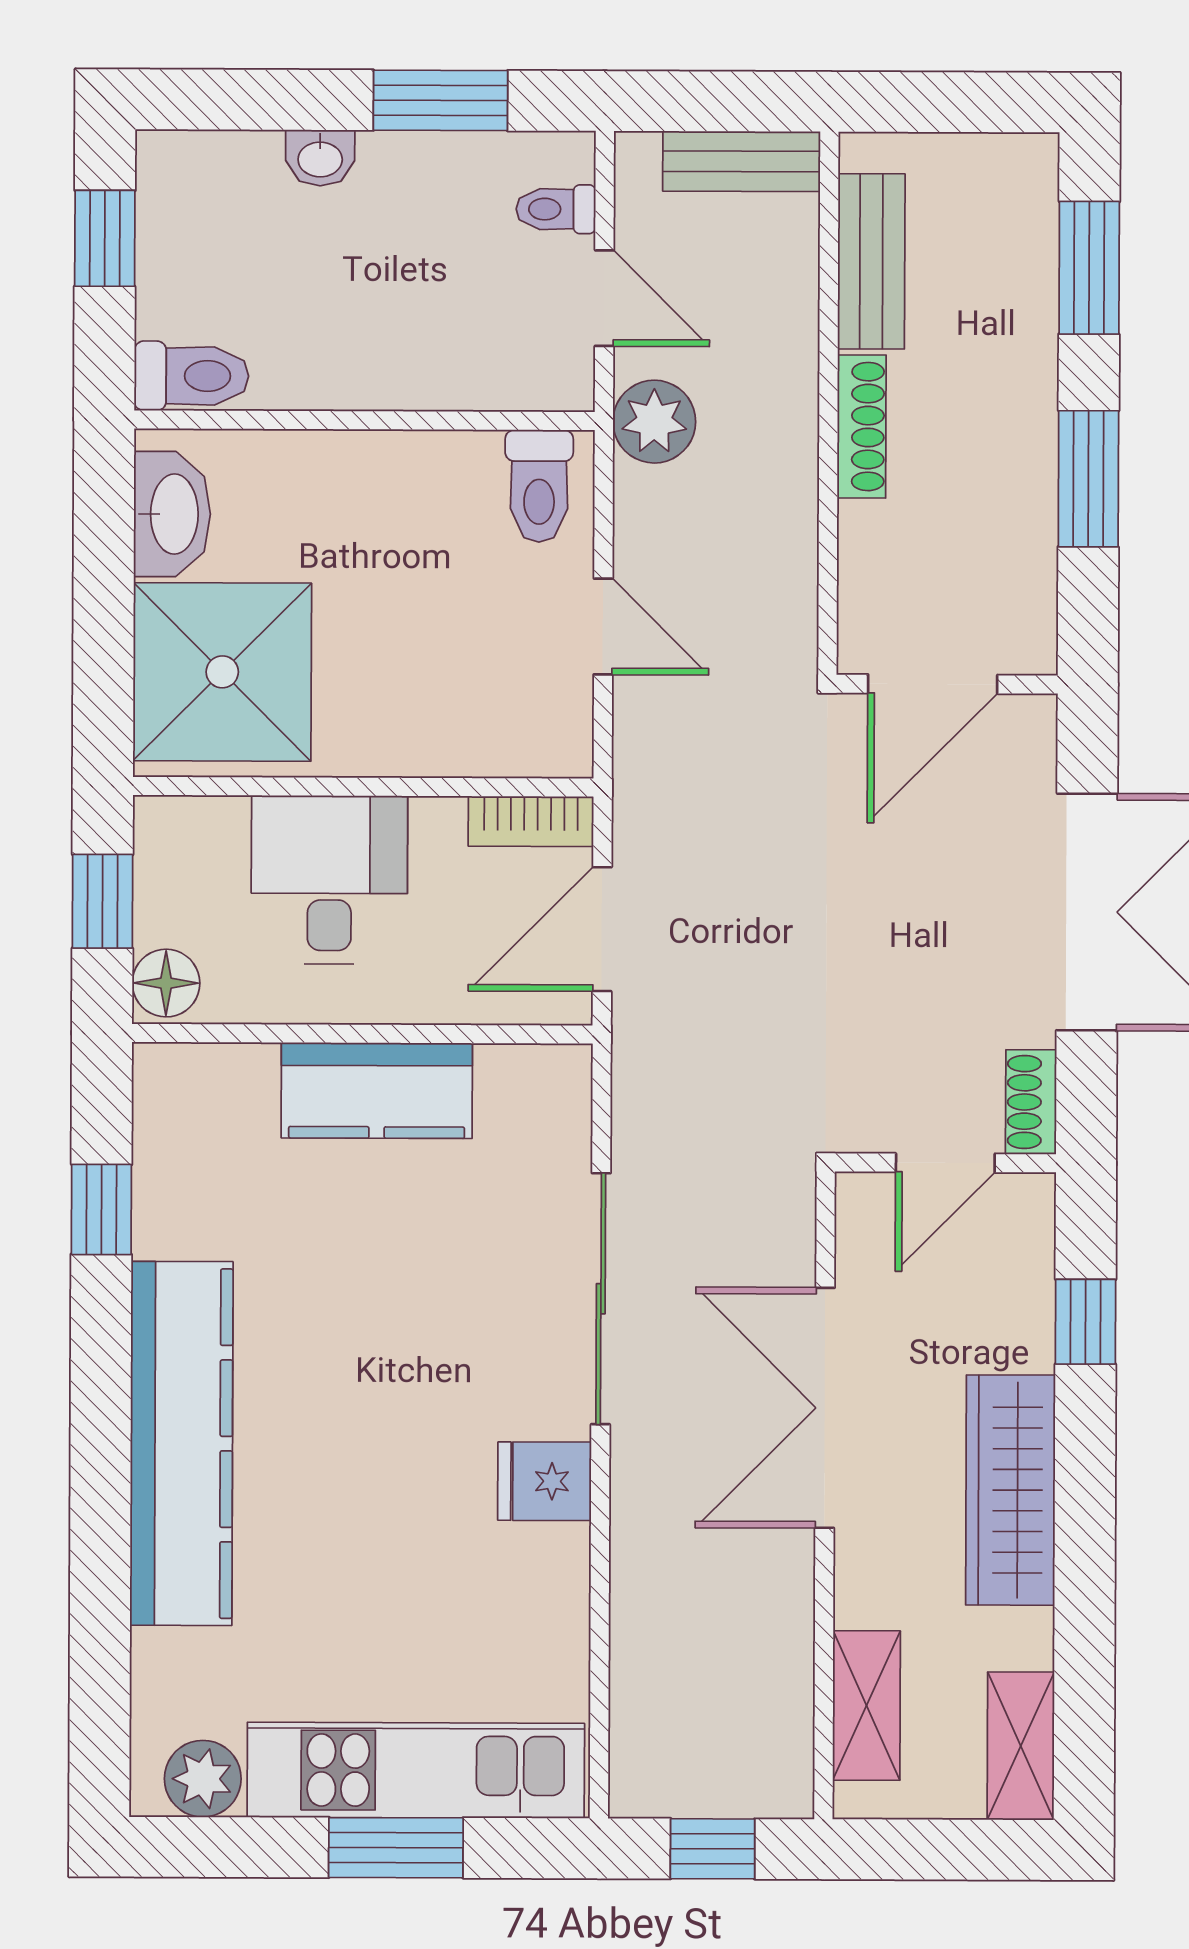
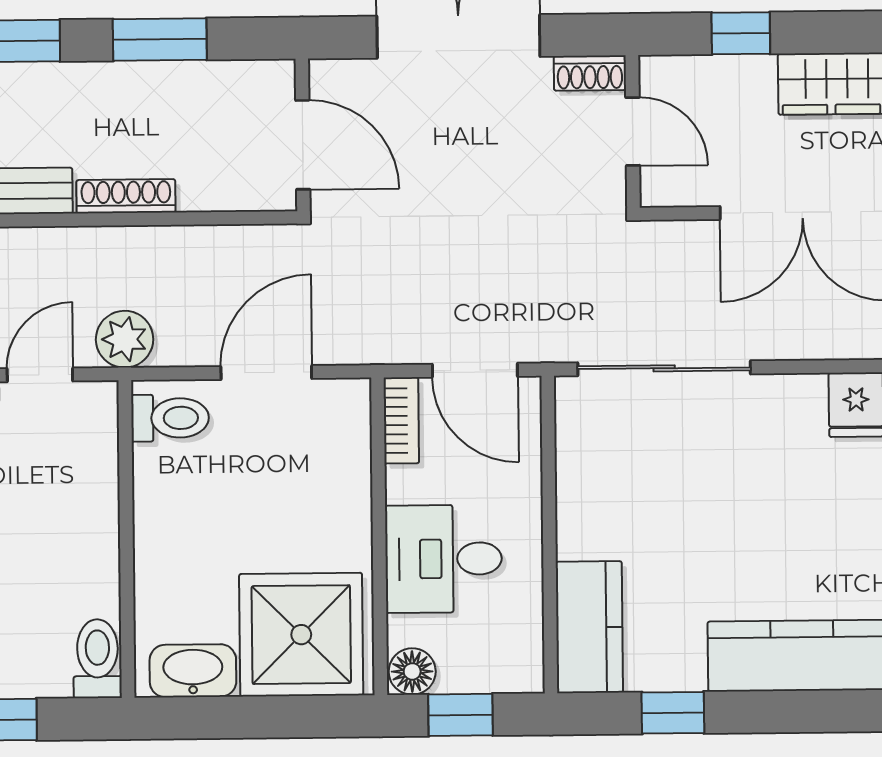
door: (603, 627) -> (266, 372), width x1.38
floor lamp: (166, 983) -> (412, 671), moved
kitchen counter: (377, 1090) -> (589, 627), moved
sliding door: (601, 1299) -> (664, 368), moved

